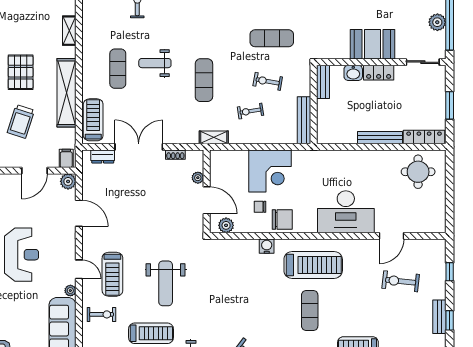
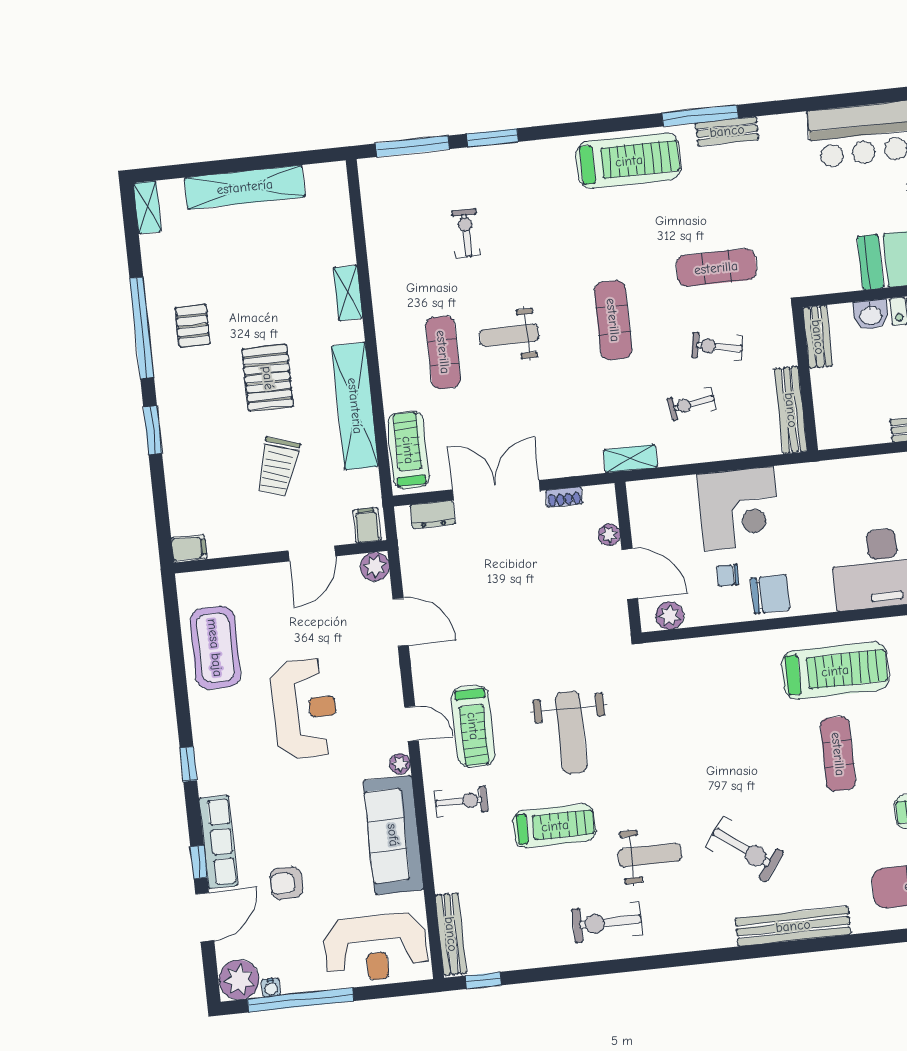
exercise mat: (204, 80) -> (613, 320), moved
water cooler: (267, 246) -> (747, 646), removed

